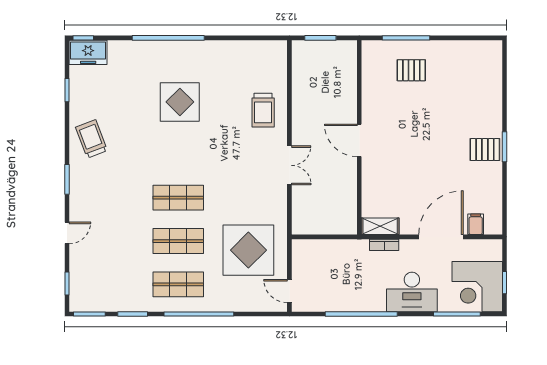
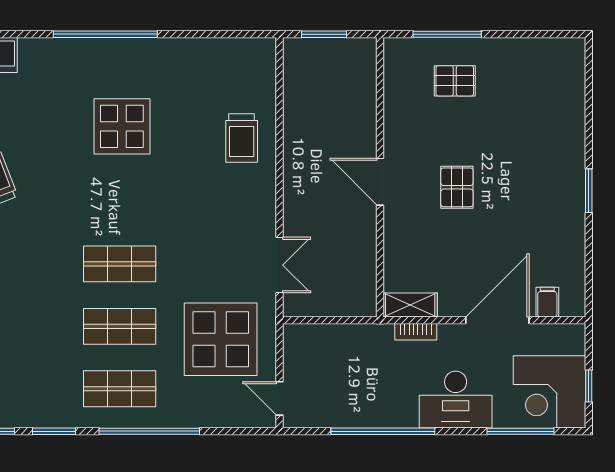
pallet: (485, 150) -> (457, 187), moved, turned 90
double door: (289, 165) -> (279, 265), moved

